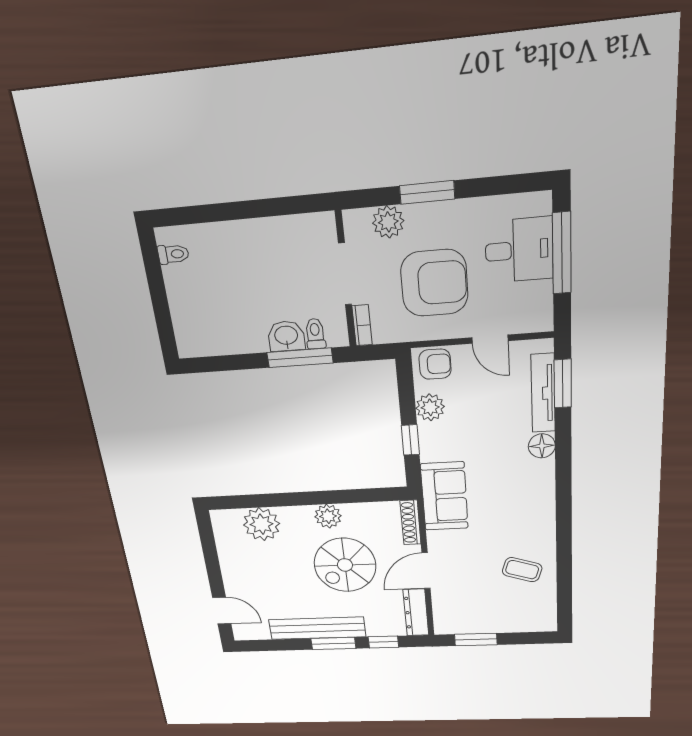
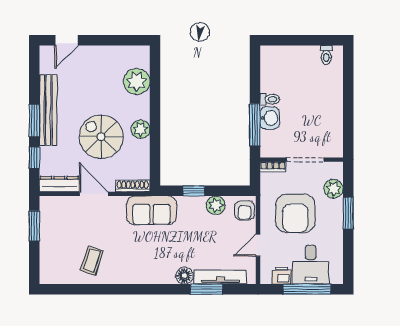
printer: (539, 297) -> (282, 276), added
toilet: (315, 334) -> (270, 99), moved
window: (563, 384) -> (207, 289), moved

